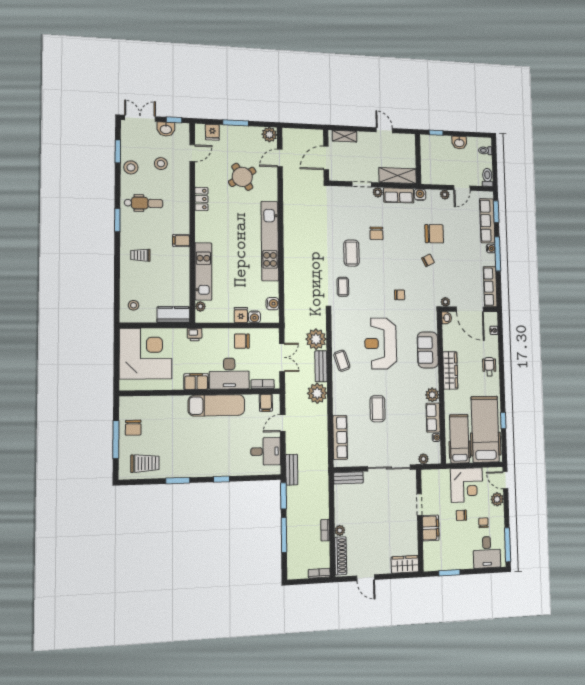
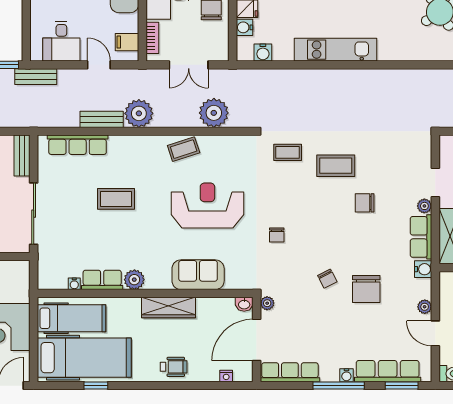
kitchen unit: (270, 241) -> (335, 50), width x0.73
bench: (321, 366) -> (102, 119), moved
plant: (423, 459) -> (45, 264), removed

